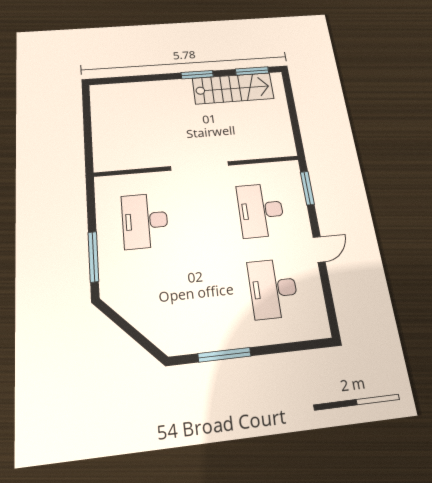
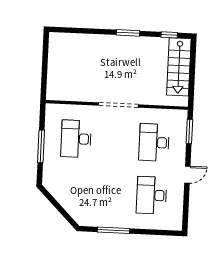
window: (252, 71) -> (169, 35), width x0.67
stairs: (233, 88) -> (179, 67), moved, turned 90
window: (93, 257) -> (41, 146), moved

